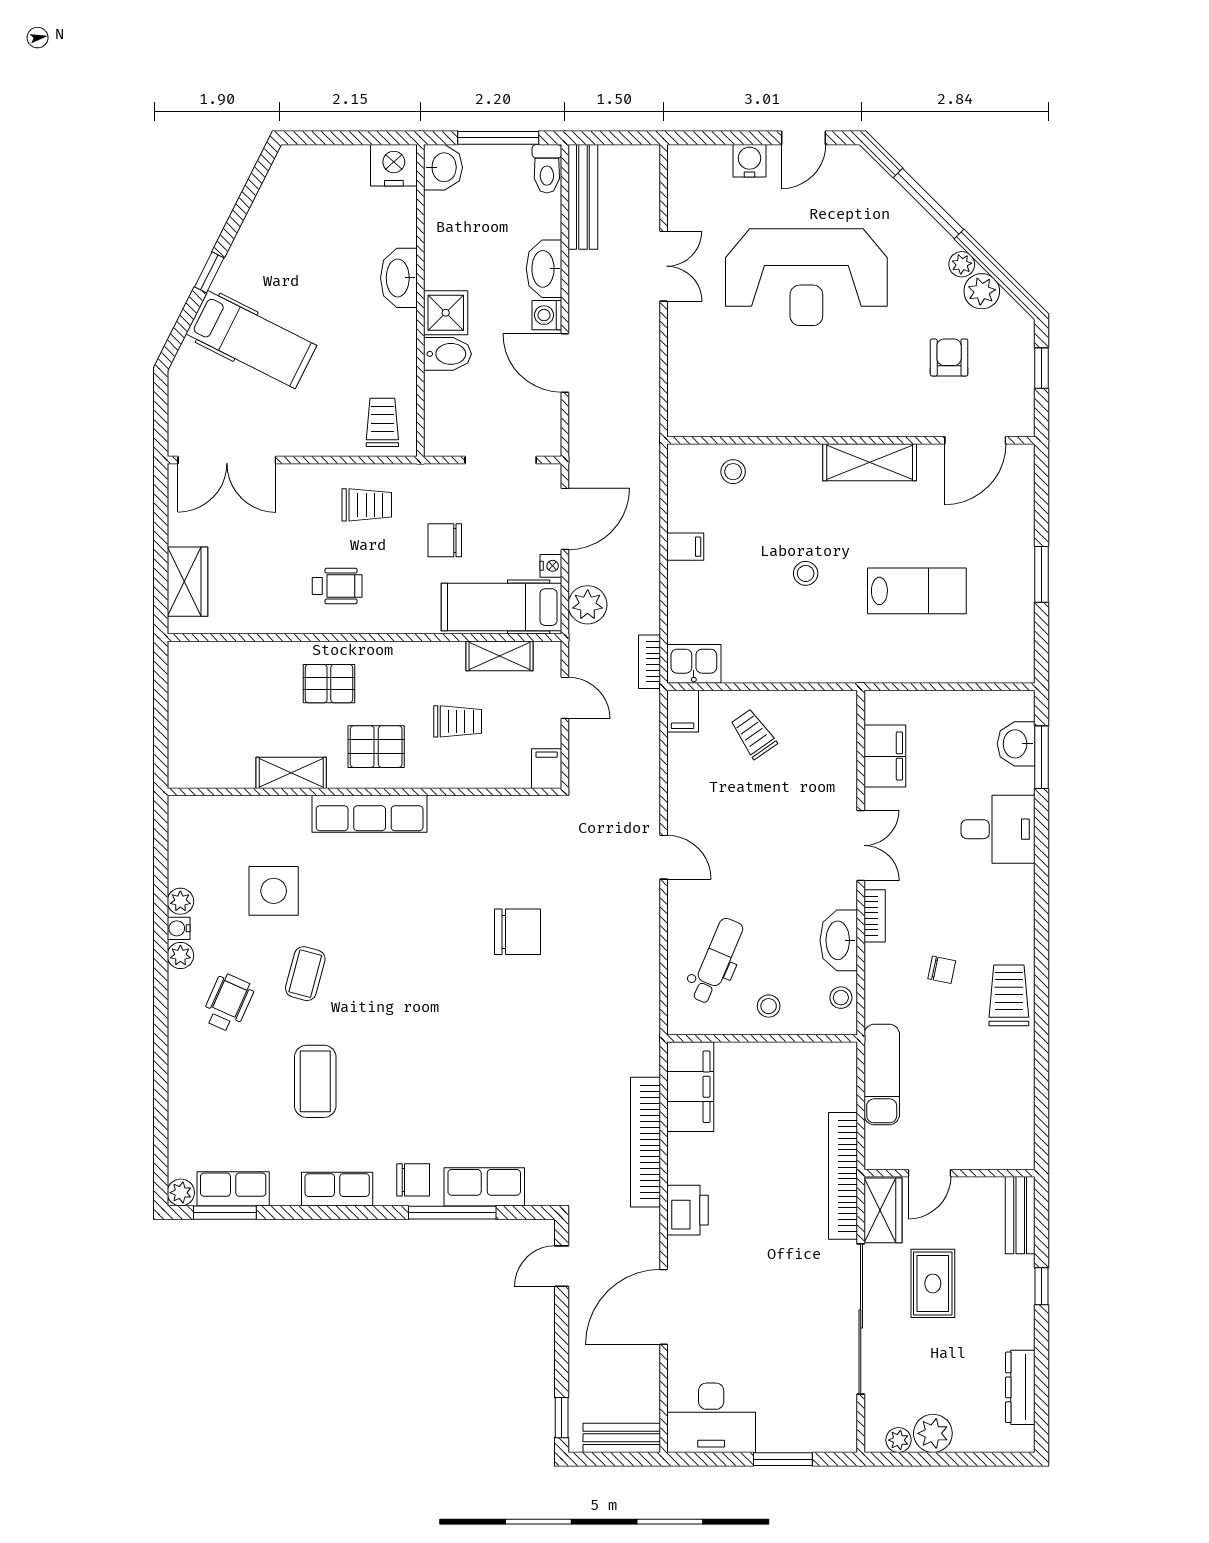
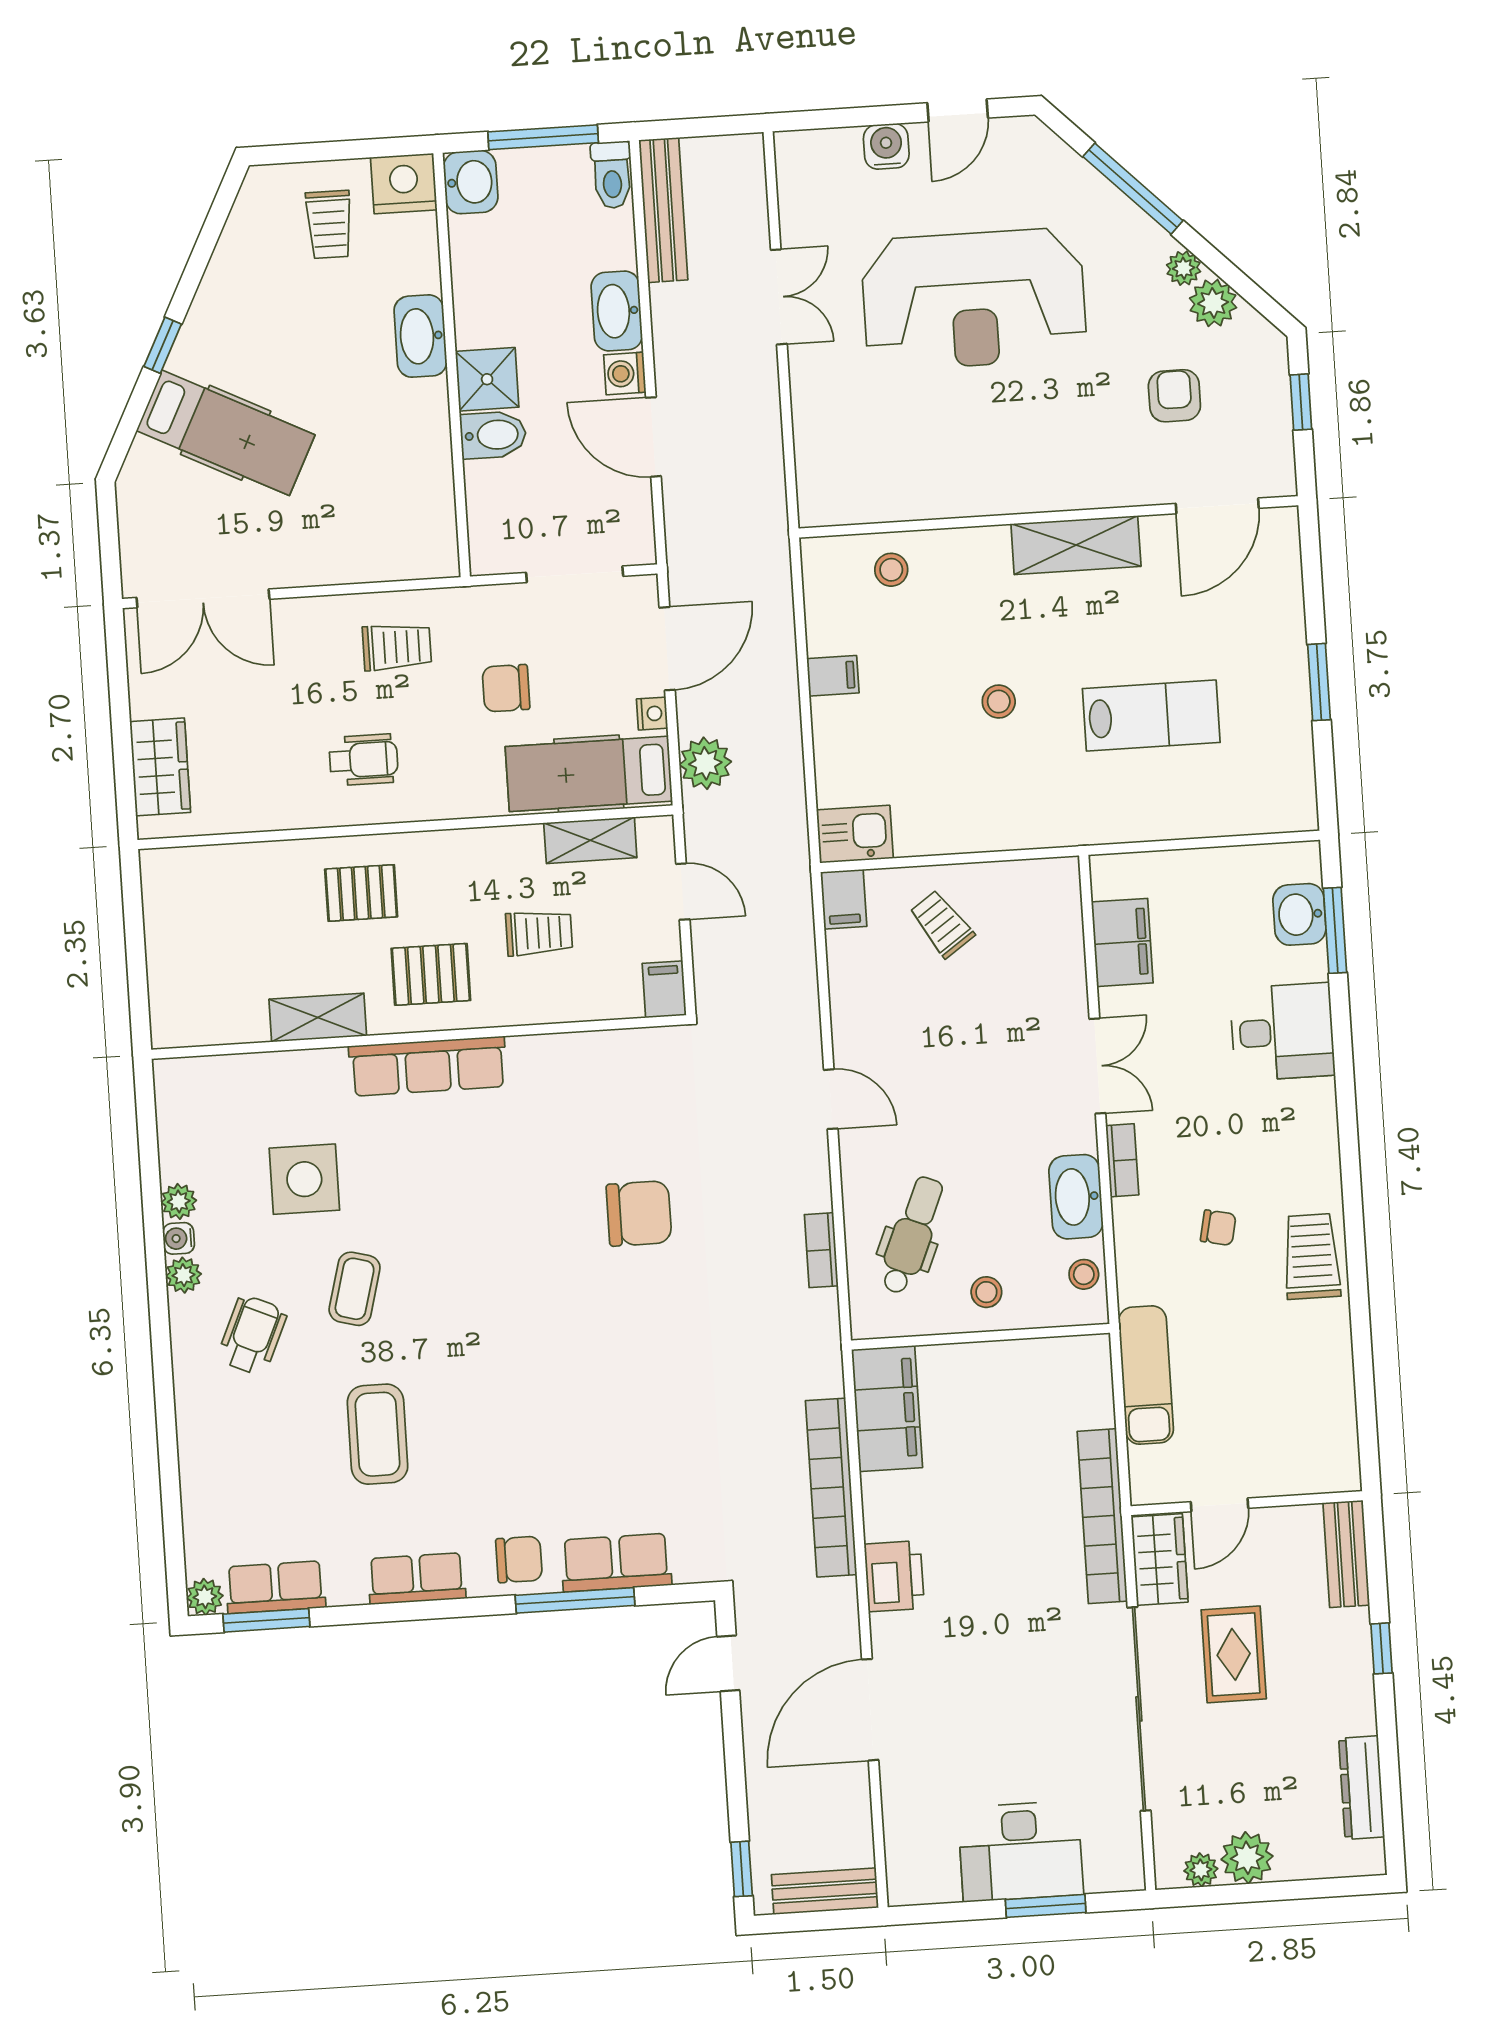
trolley: (382, 422) -> (329, 224), moved, turned 180
bookcase: (649, 662) -> (821, 1250), moved
desk: (711, 1418) -> (1021, 1851), moved

